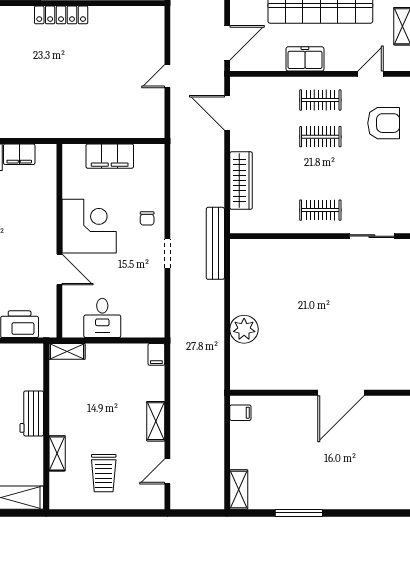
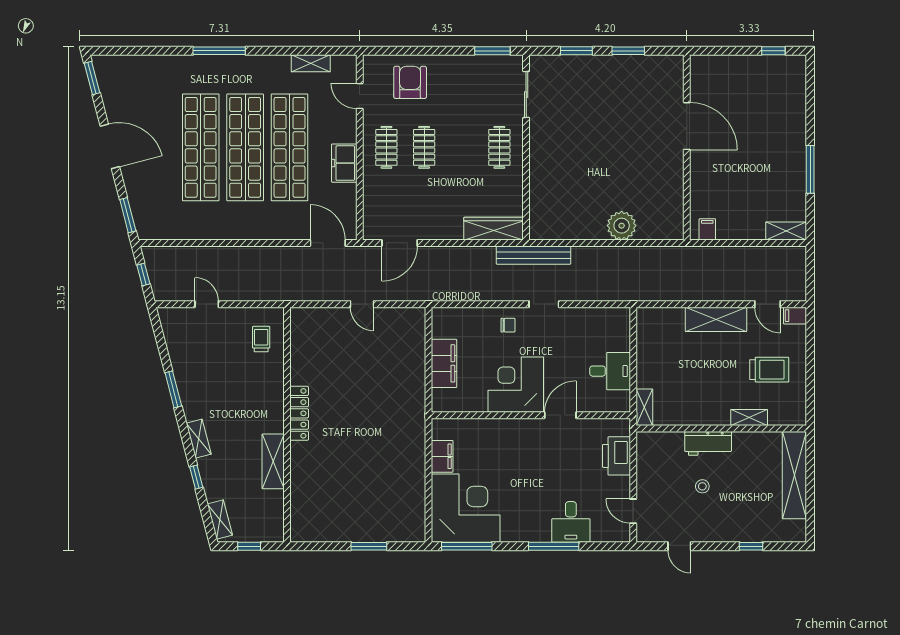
wardrobe: (241, 181) -> (494, 229), moved
filing cabinet: (156, 354) -> (795, 316), moved, turned 180
shelving: (156, 421) -> (716, 319), width x1.50, depth x1.33

